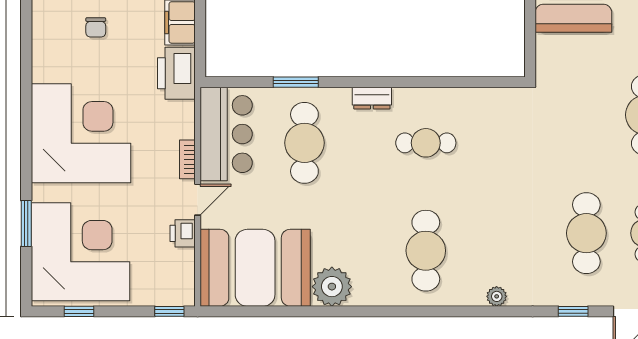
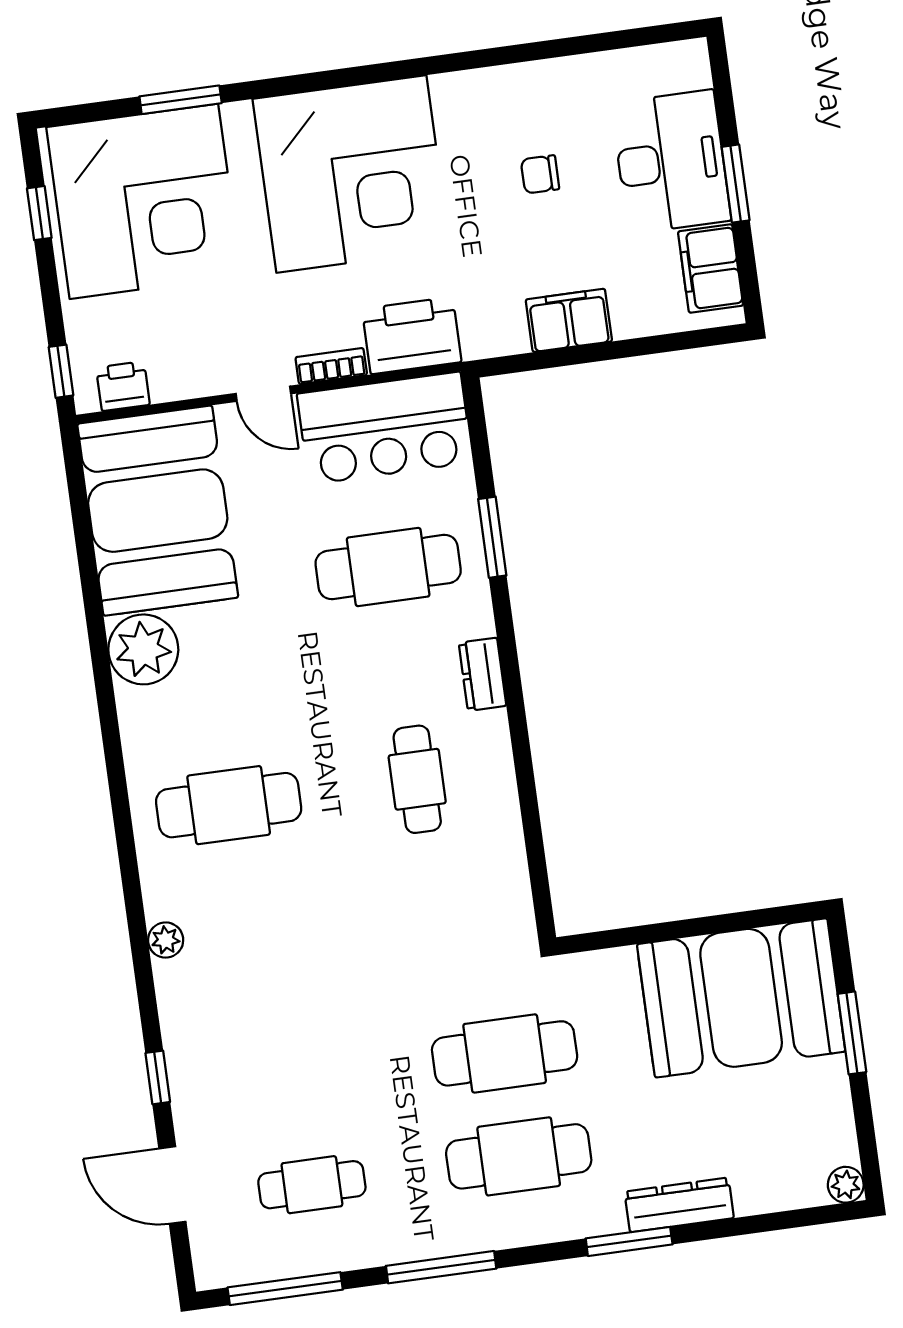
printer: (176, 73) -> (412, 336), moved
printer: (183, 233) -> (123, 386), moved
cafe table: (586, 233) -> (505, 1053), moved

